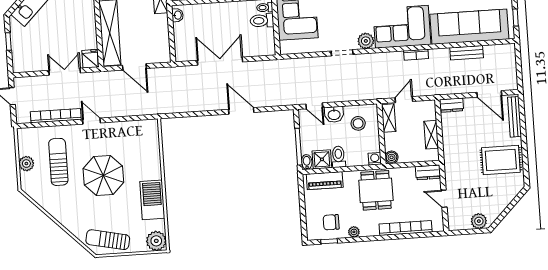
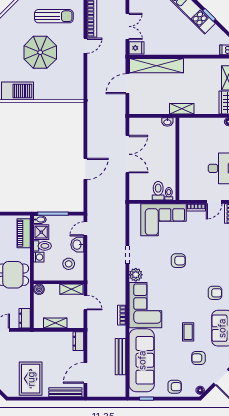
bench: (467, 53) -> (120, 357), width x1.36
washing machine: (375, 159) -> (39, 257), moved

